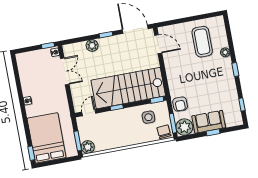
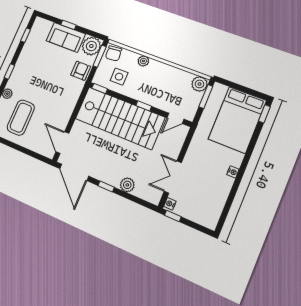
plant: (138, 139) -> (143, 61), added

